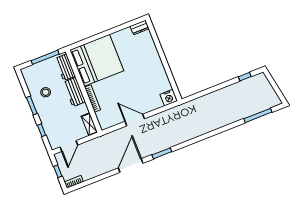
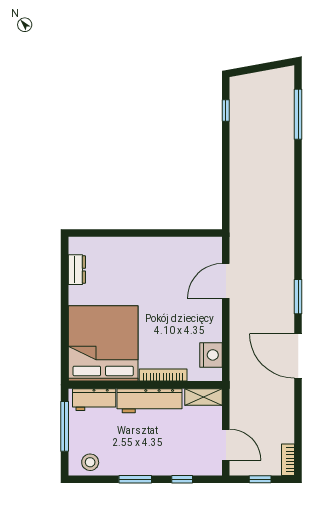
dresser: (140, 28) -> (77, 270), moved
stool: (46, 92) -> (90, 462), moved
workbench: (74, 92) -> (149, 401), width x1.38
nightstand: (169, 98) -> (211, 355), moved
door: (135, 120) -> (226, 281), moved

